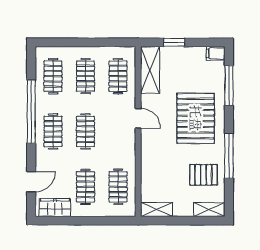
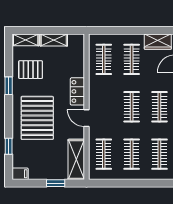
window: (229, 86) -> (9, 146), width x0.46
locker: (149, 149) -> (77, 91), added
window: (229, 156) -> (9, 86), width x0.46
shelving: (157, 209) -> (54, 40), moved

